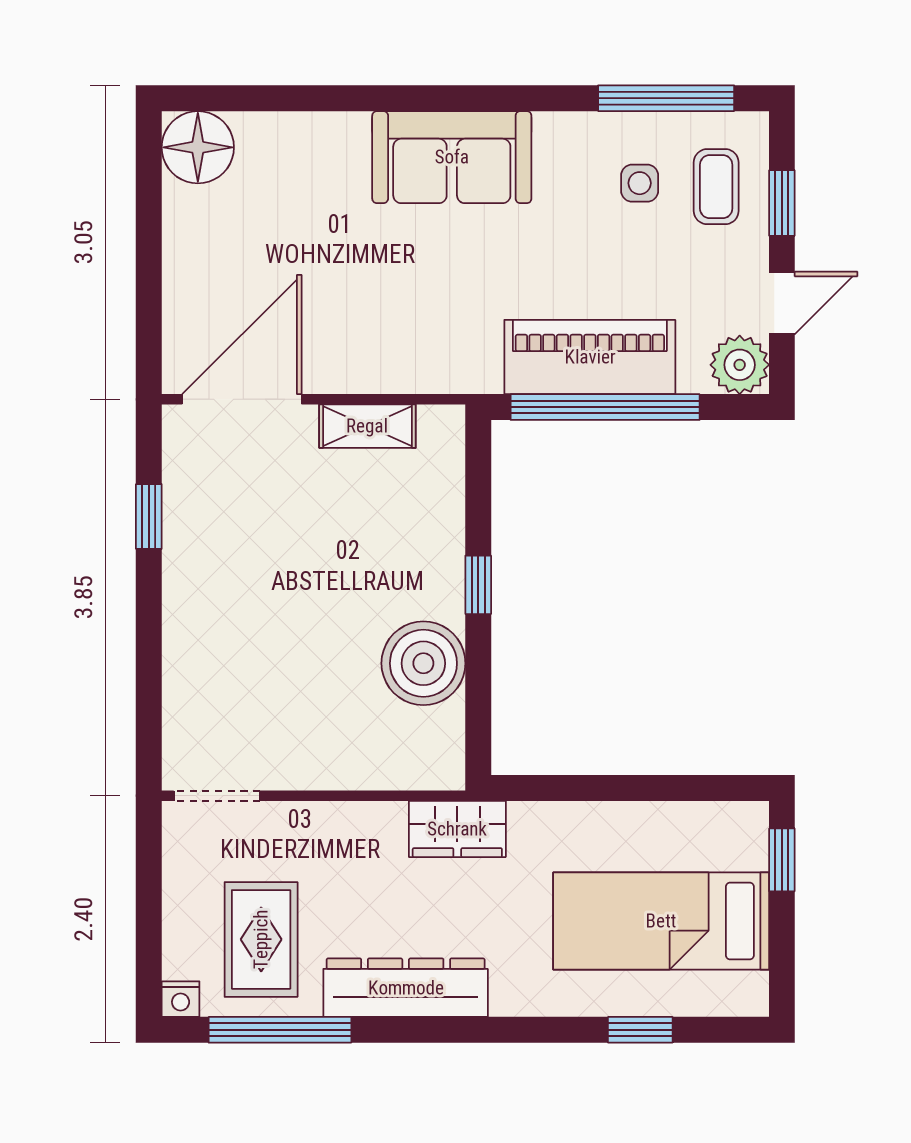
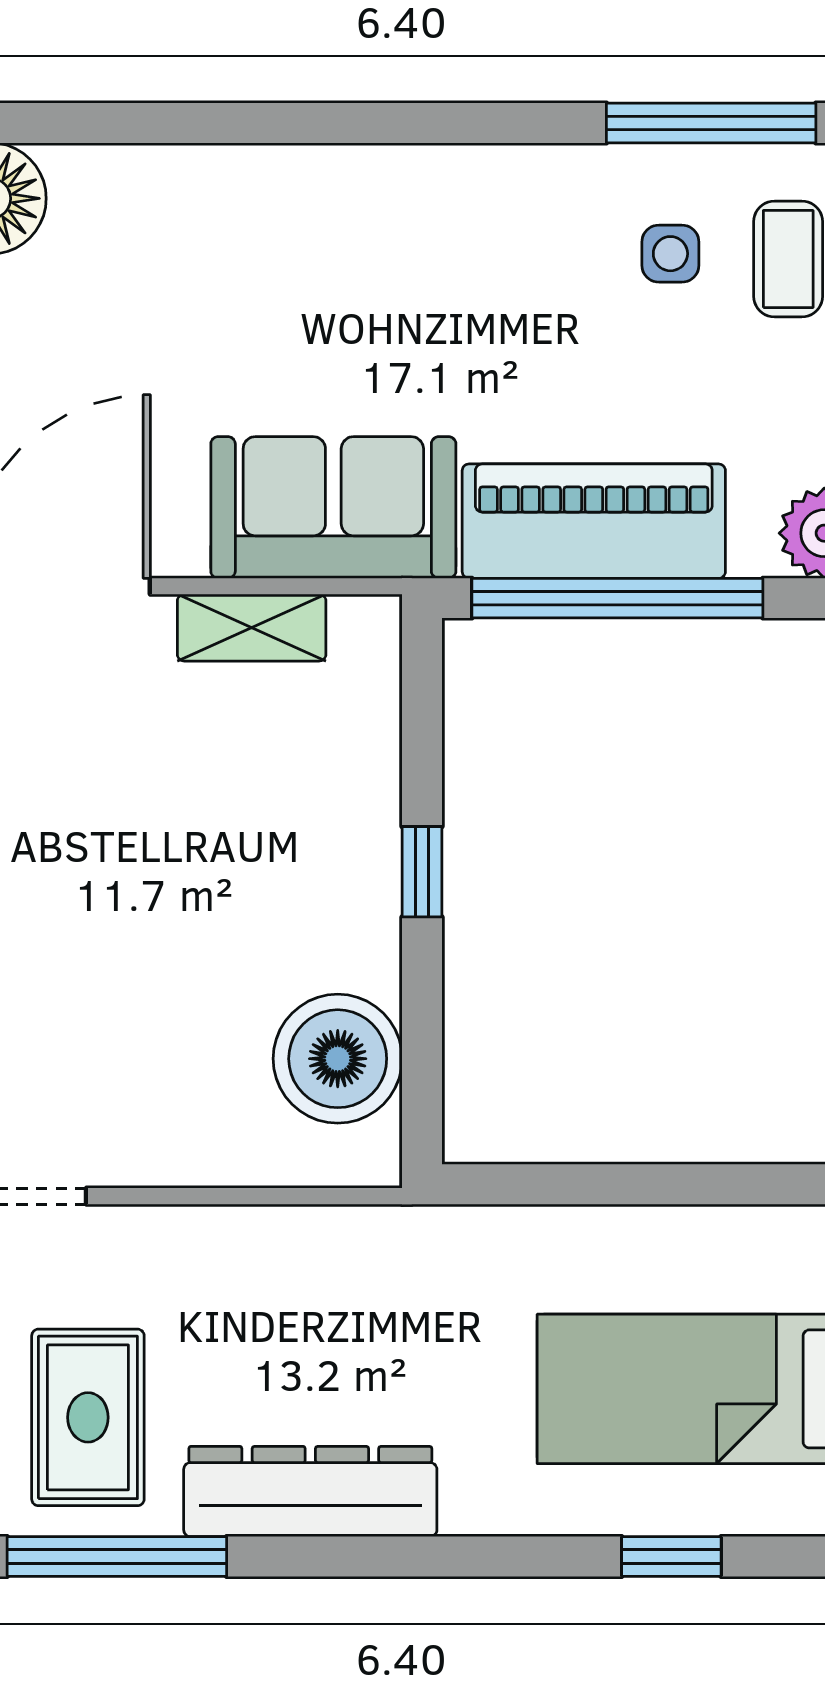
sofa: (452, 157) -> (333, 508), moved, turned 180
boiler: (423, 663) -> (338, 1059), moved
wardrobe: (457, 829) -> (390, 1247), removed

